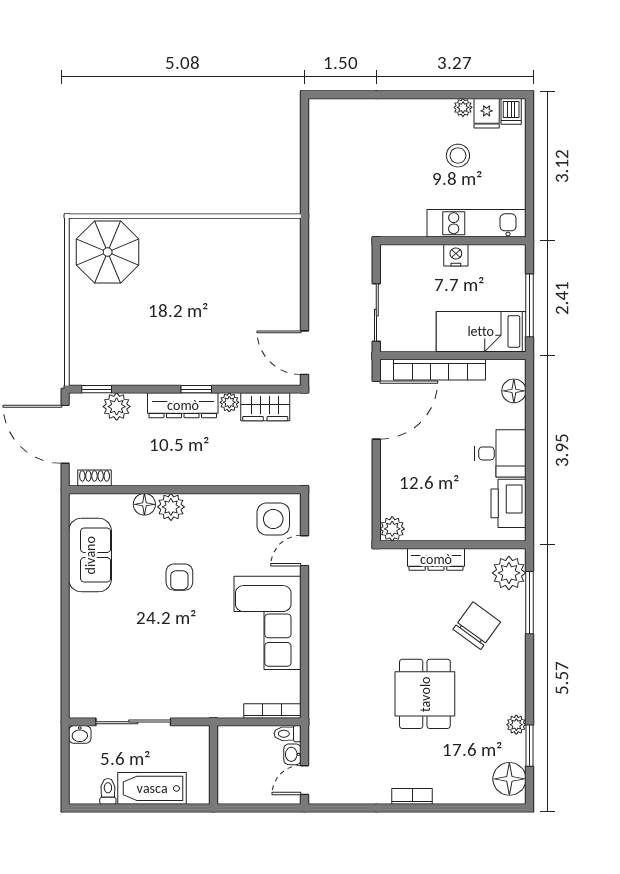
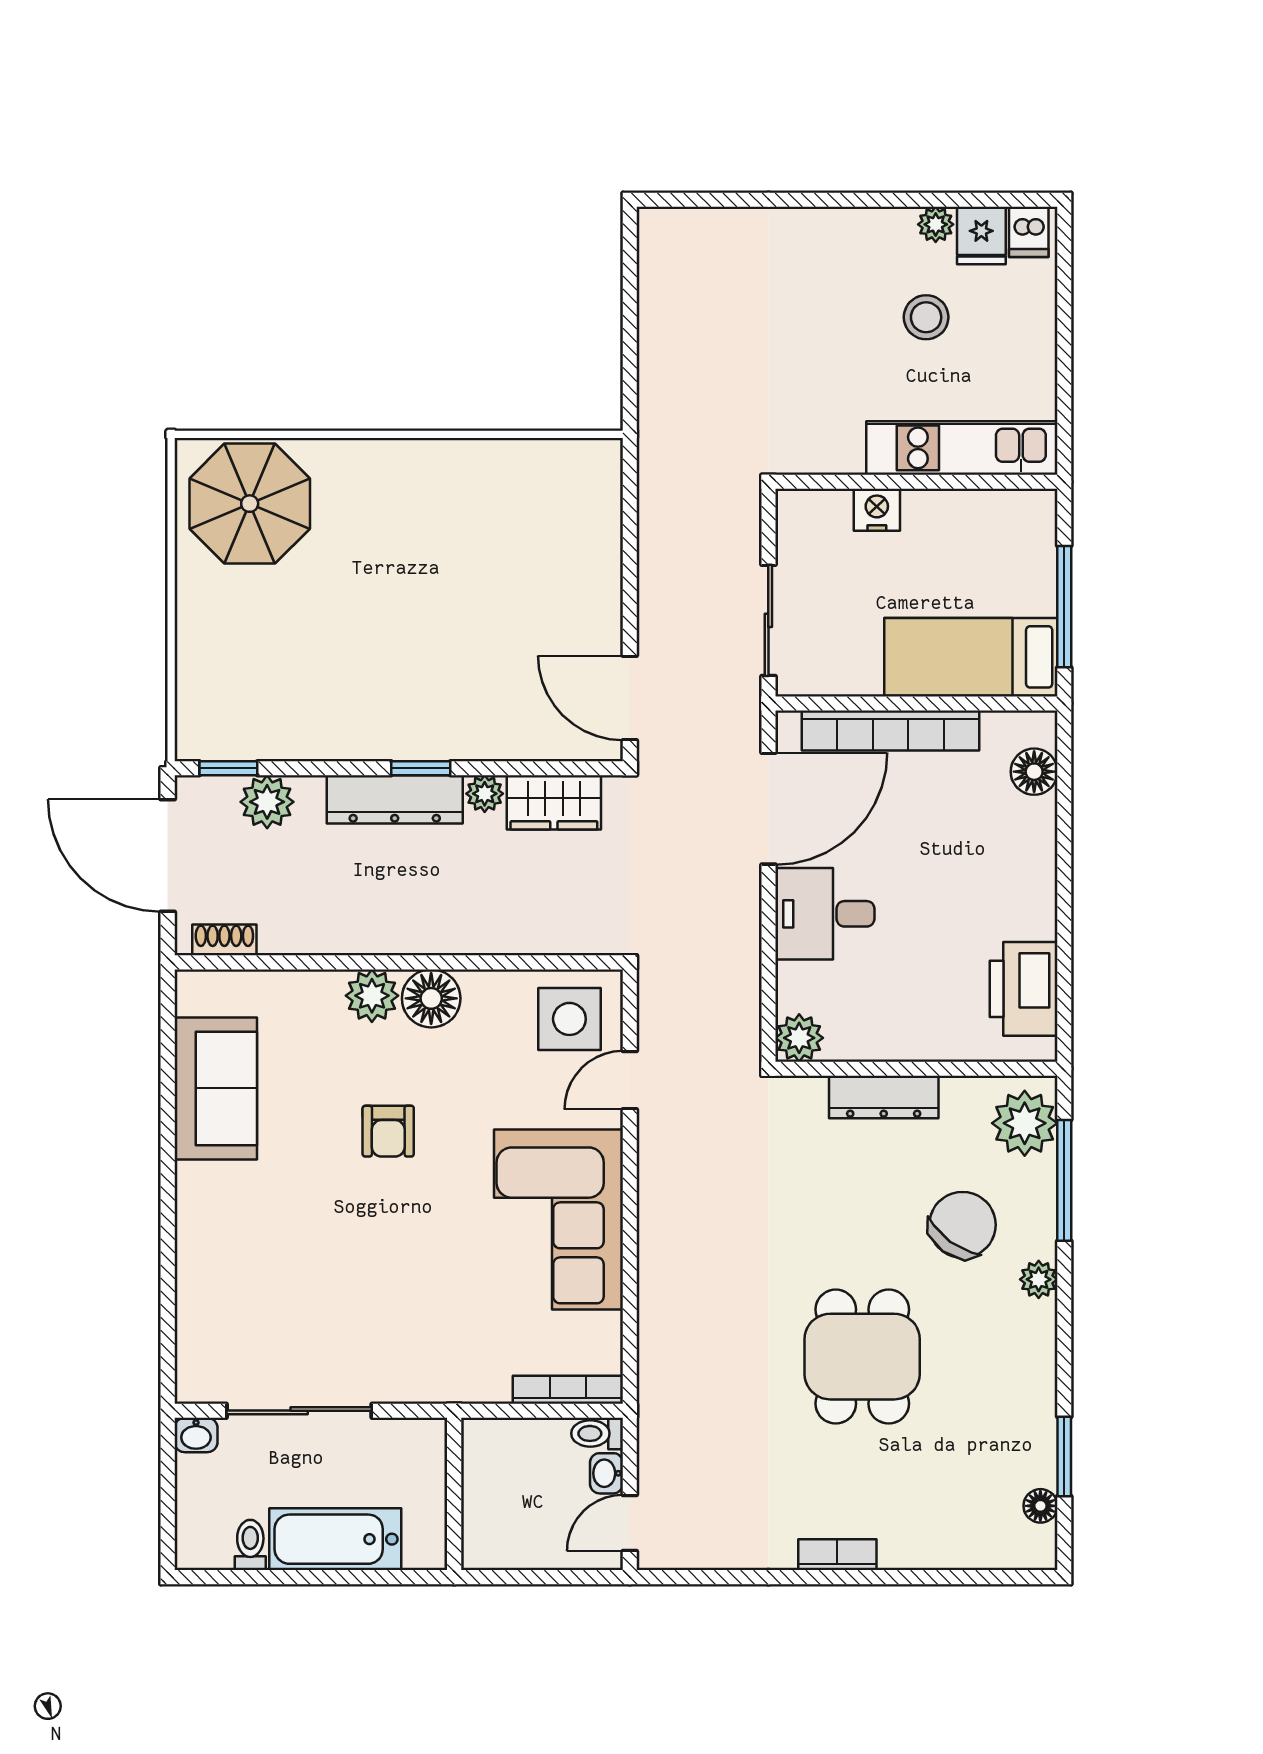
nightstand: (456, 255) -> (877, 510), moved
desk: (500, 453) -> (825, 914), moved, turned 180
floor lamp: (144, 504) -> (431, 998), moved, width x1.38, depth x1.38
plant: (516, 725) -> (1039, 1279), moved
floor lamp: (509, 779) -> (1040, 1506), width x0.53, depth x0.53

